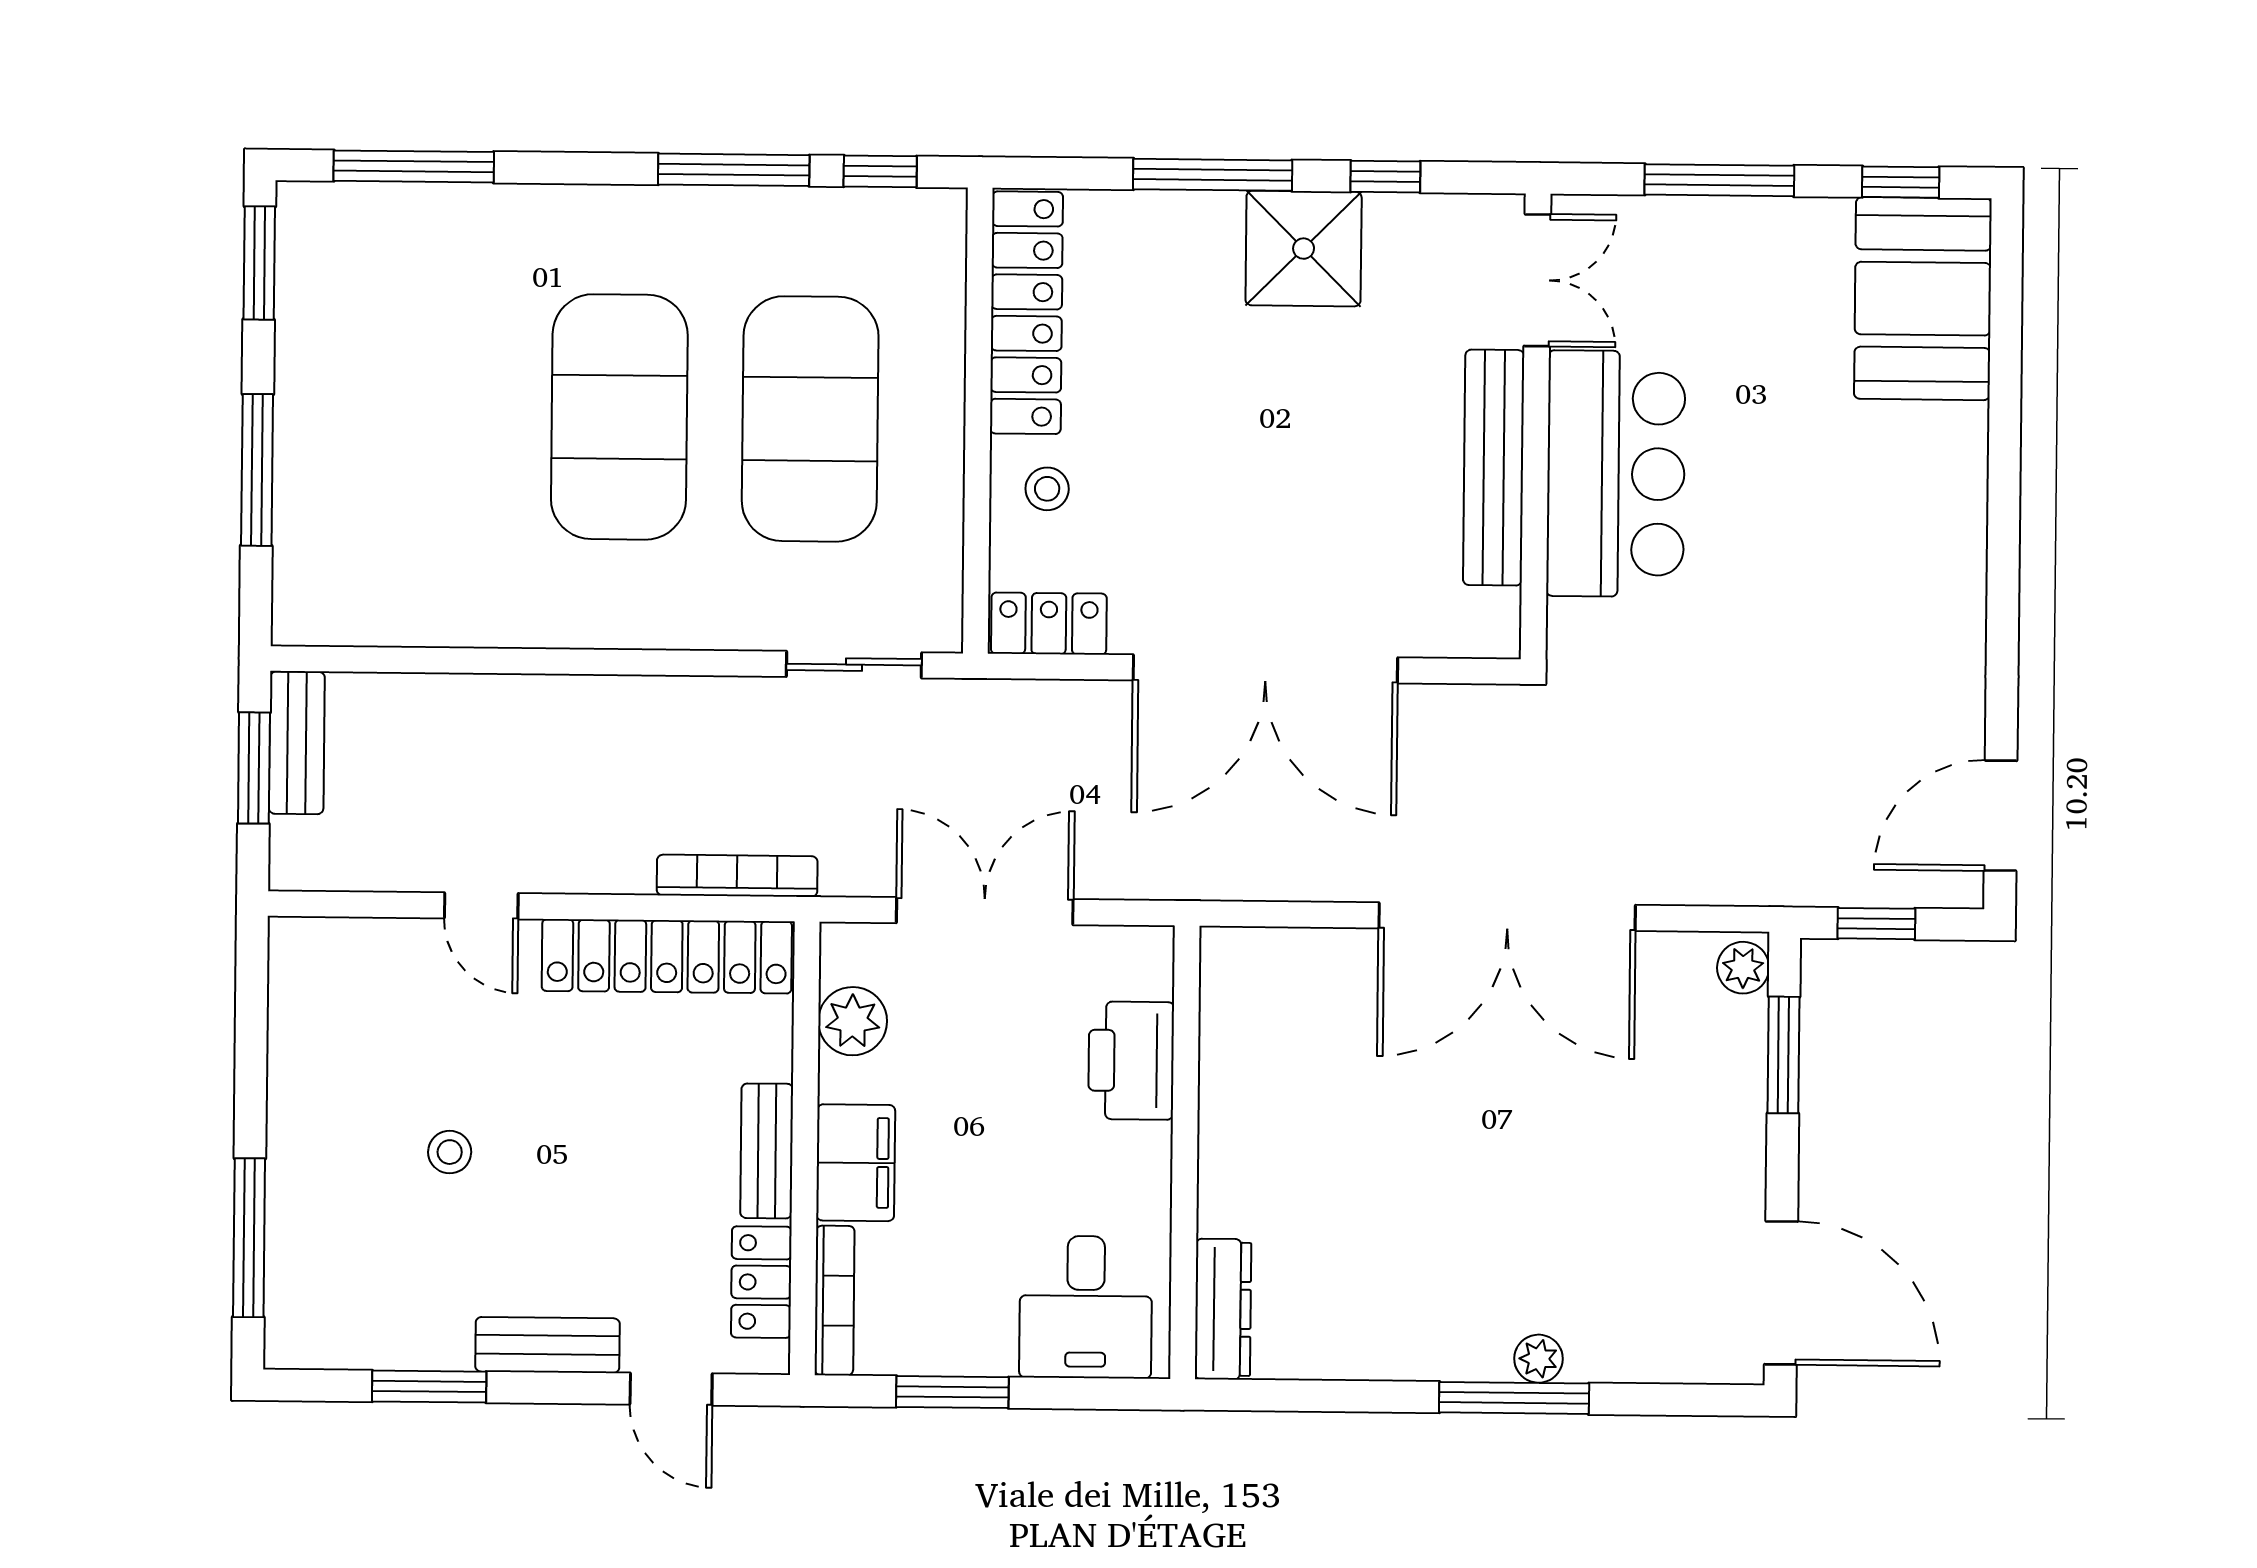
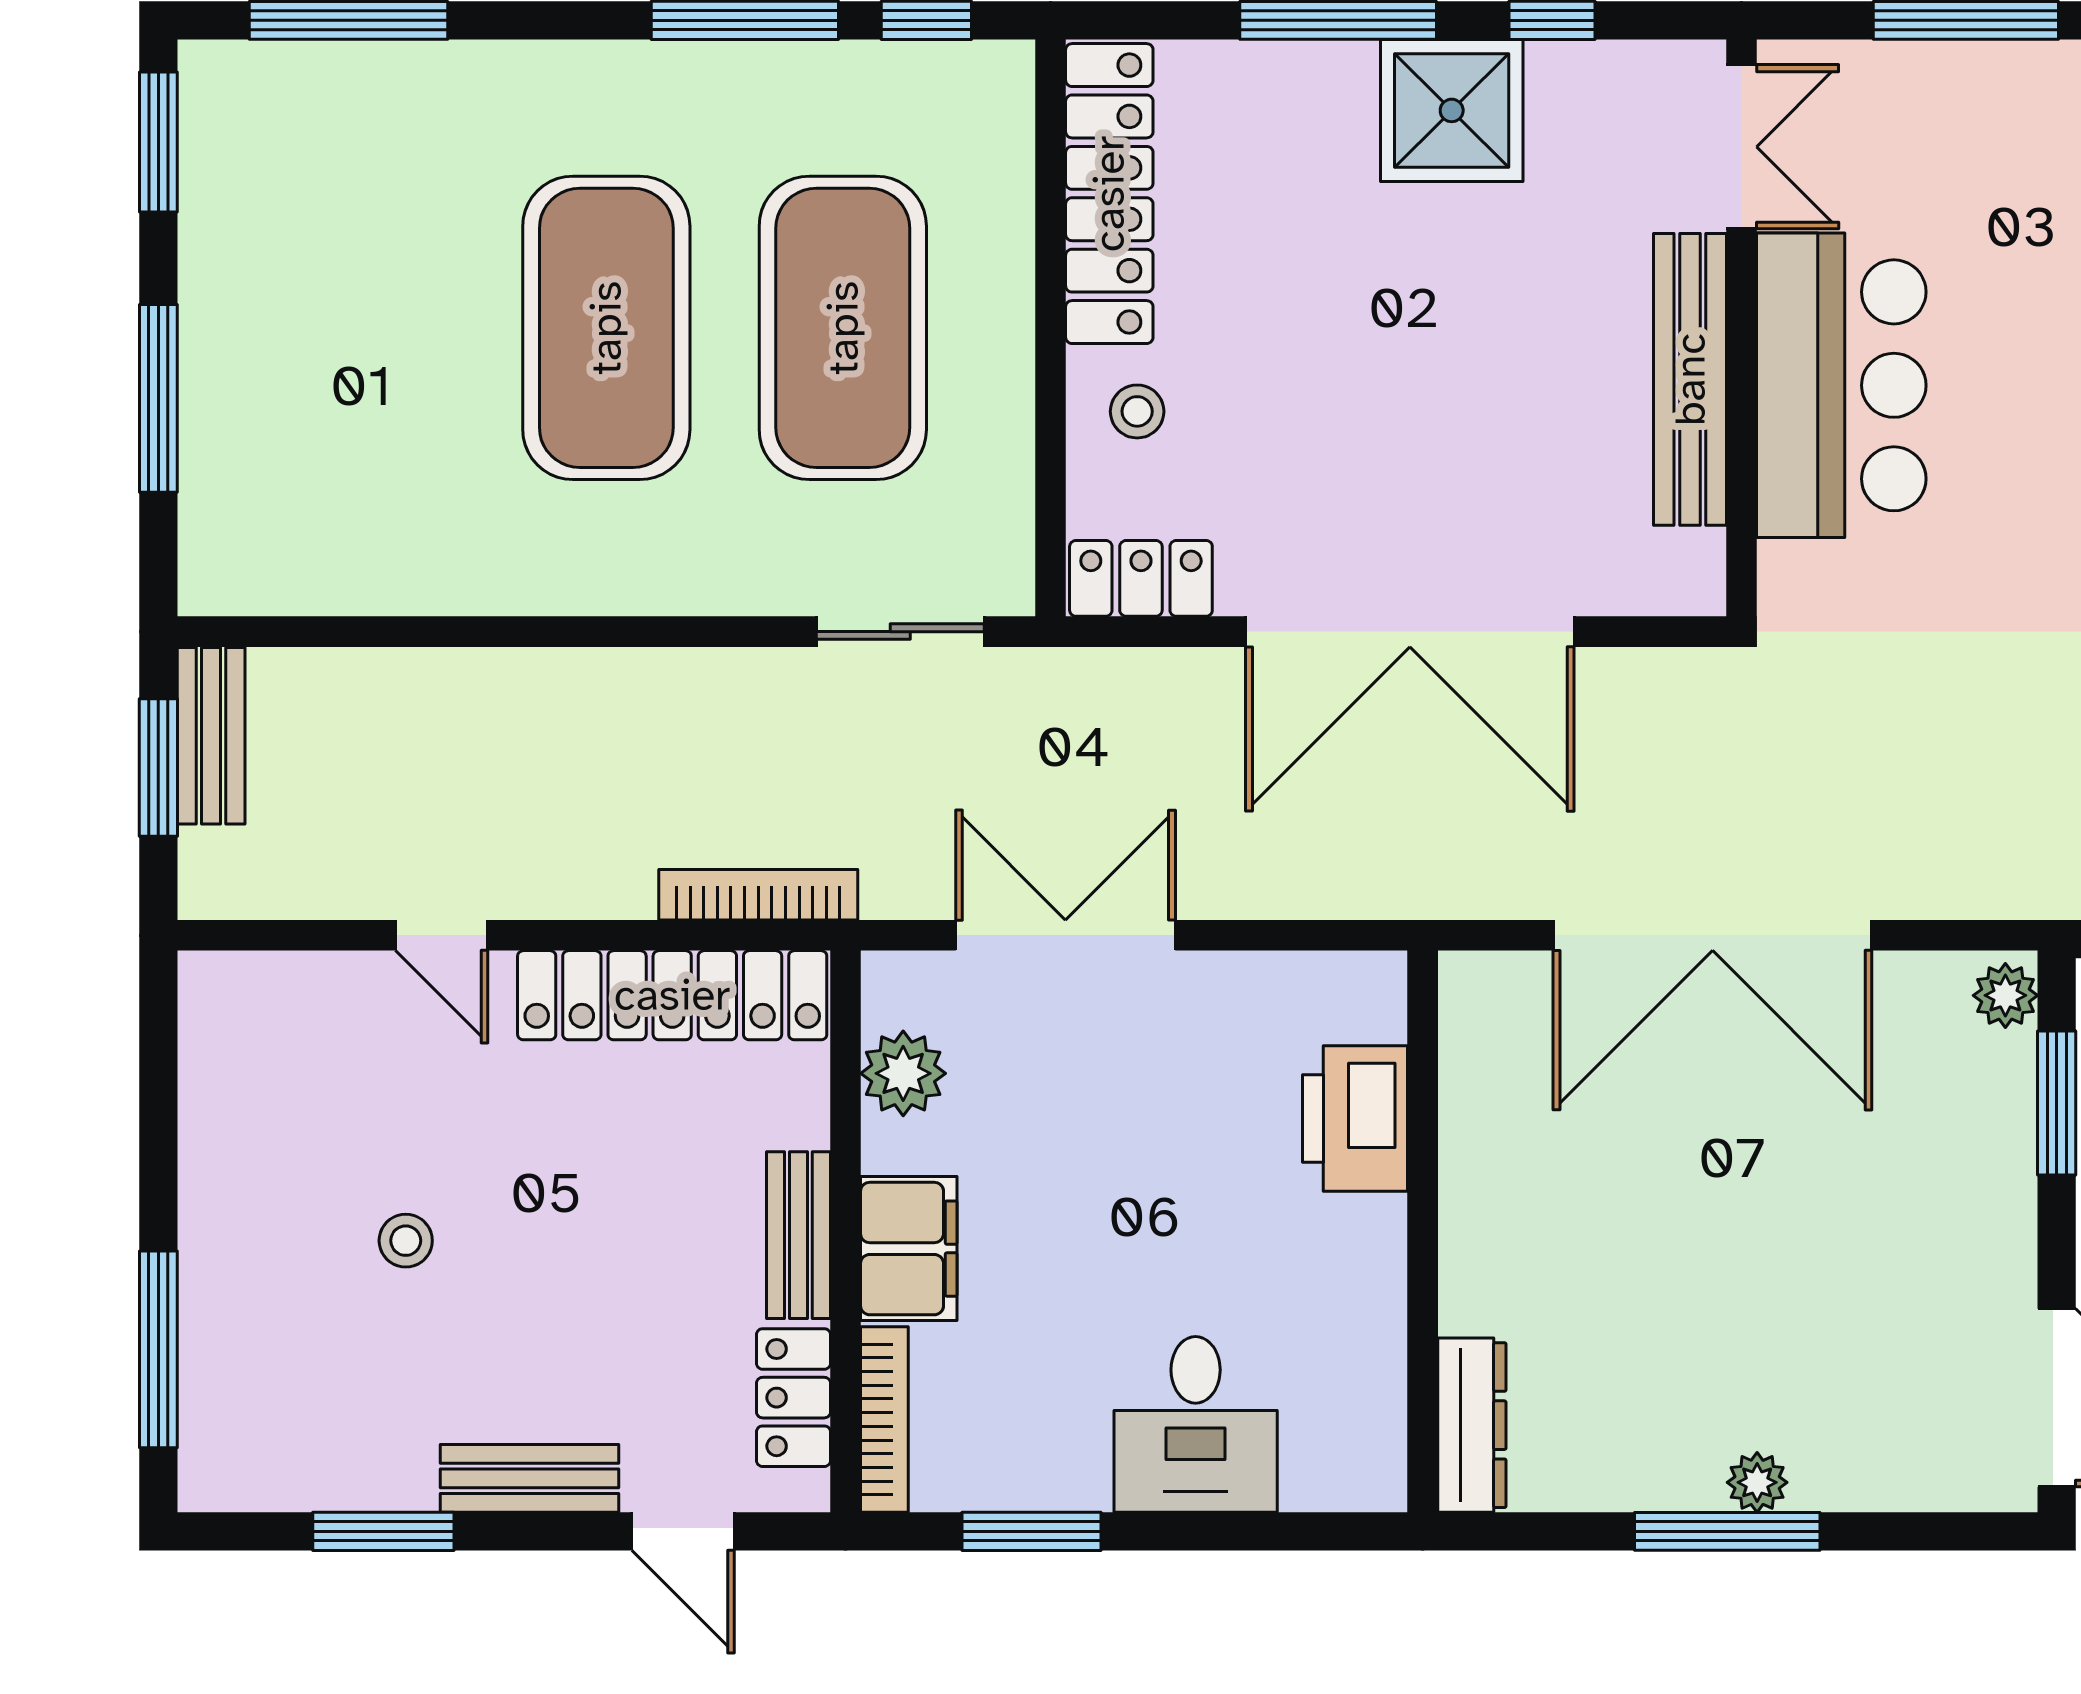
printer: (1131, 1061) -> (1355, 1118), moved
wall: (1185, 1152) -> (1423, 1231), moved
dresser: (1223, 1309) -> (1472, 1425), moved

